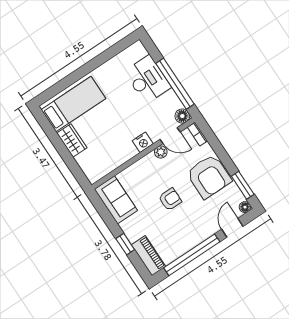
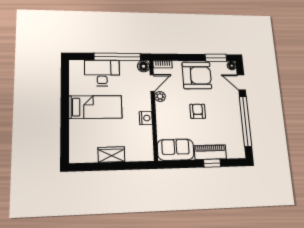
bed: (73, 104) -> (95, 107), moved, turned 90
nightstand: (143, 142) -> (146, 118), moved
piano: (148, 256) -> (210, 152), moved

